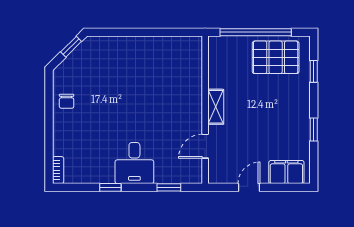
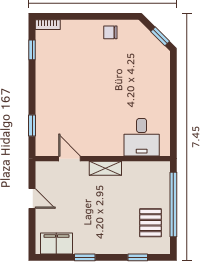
pallet: (276, 57) -> (150, 223), width x0.67, depth x0.71
desk: (134, 163) -> (142, 137), moved, turned -90
filing cabinet: (286, 172) -> (56, 243), moved, turned -90
window: (110, 187) -> (32, 50), moved

